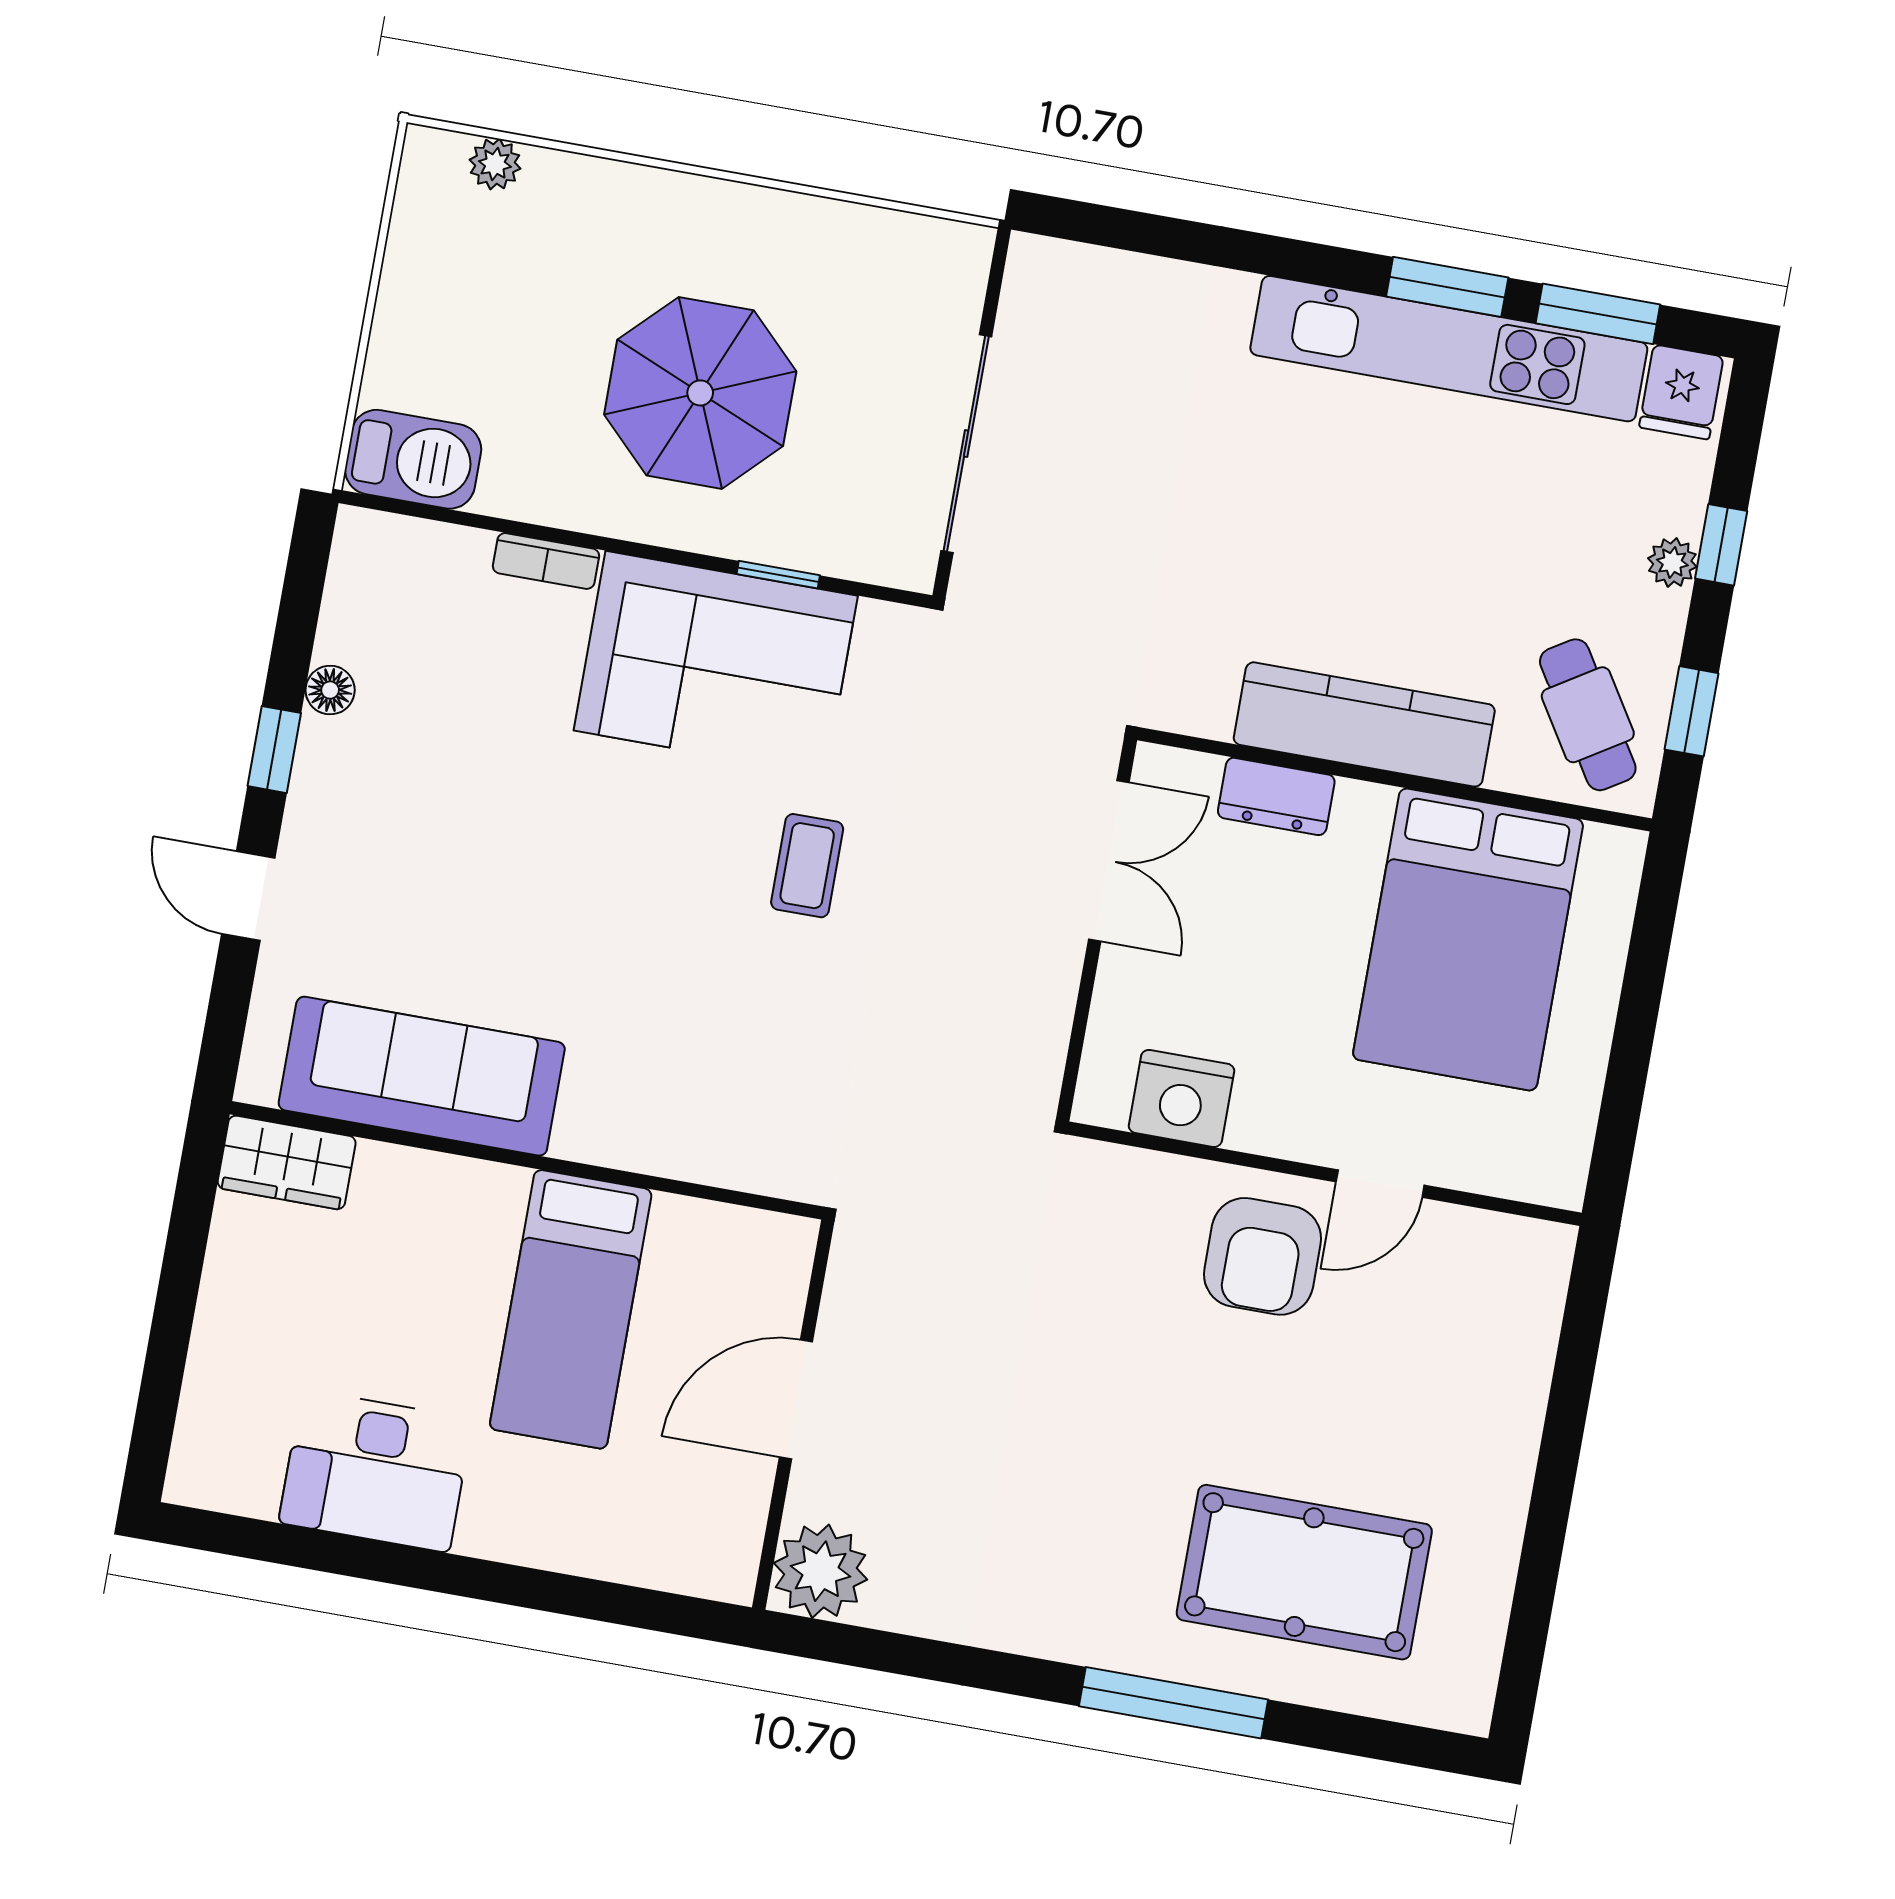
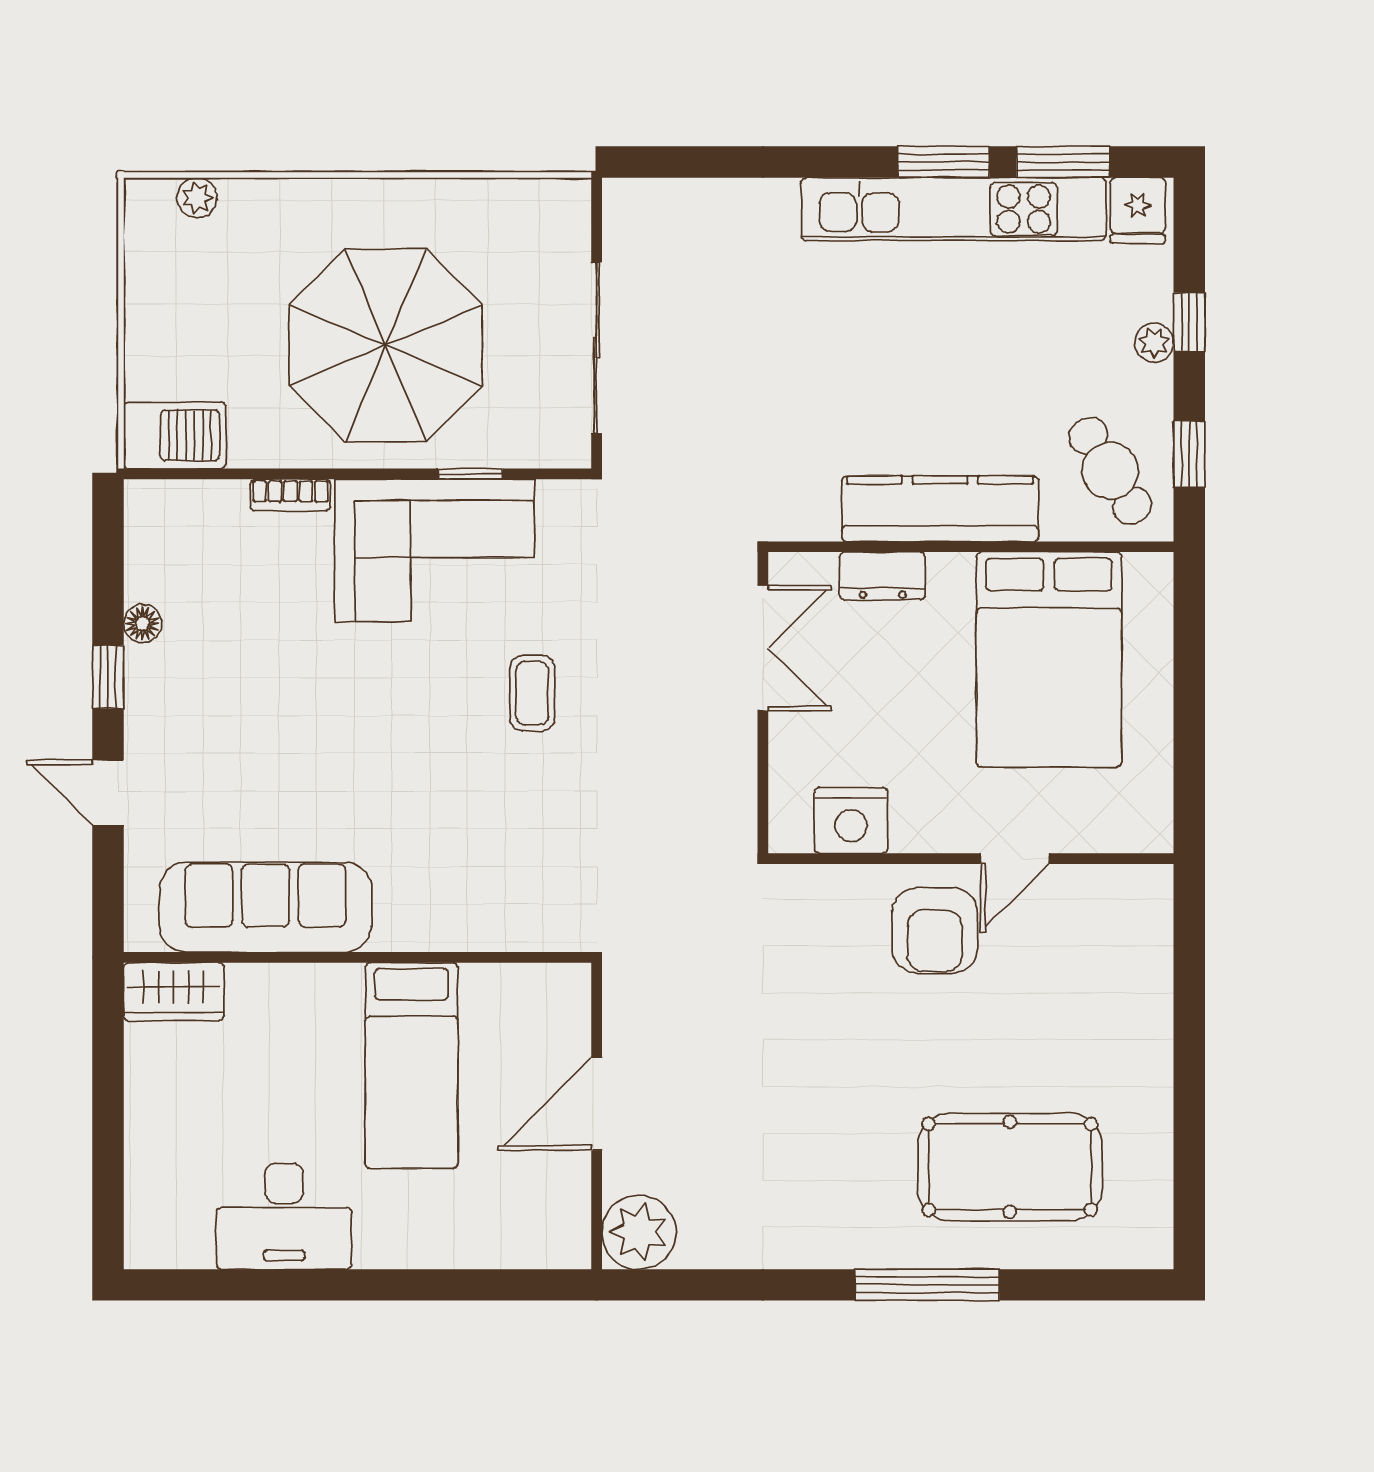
parasol: (700, 393) -> (386, 345), width x1.36, depth x1.36

